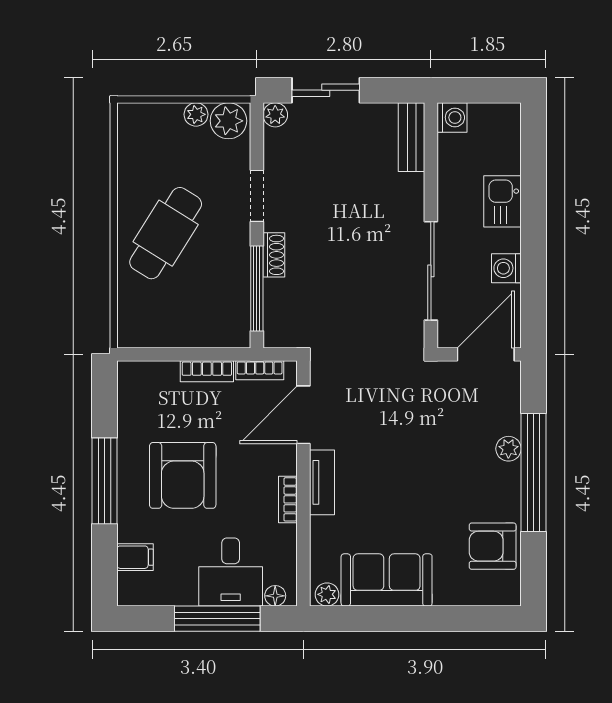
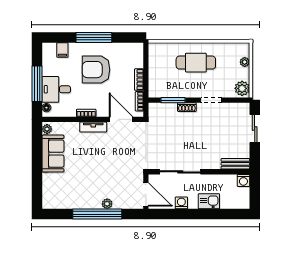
plant: (196, 114) -> (245, 62), moved
plant: (275, 115) -> (245, 108), removed
cafe table: (166, 233) -> (196, 63), turned -32
window: (257, 288) -> (173, 100), width x0.69
armchair: (493, 546) -> (67, 197), removed

